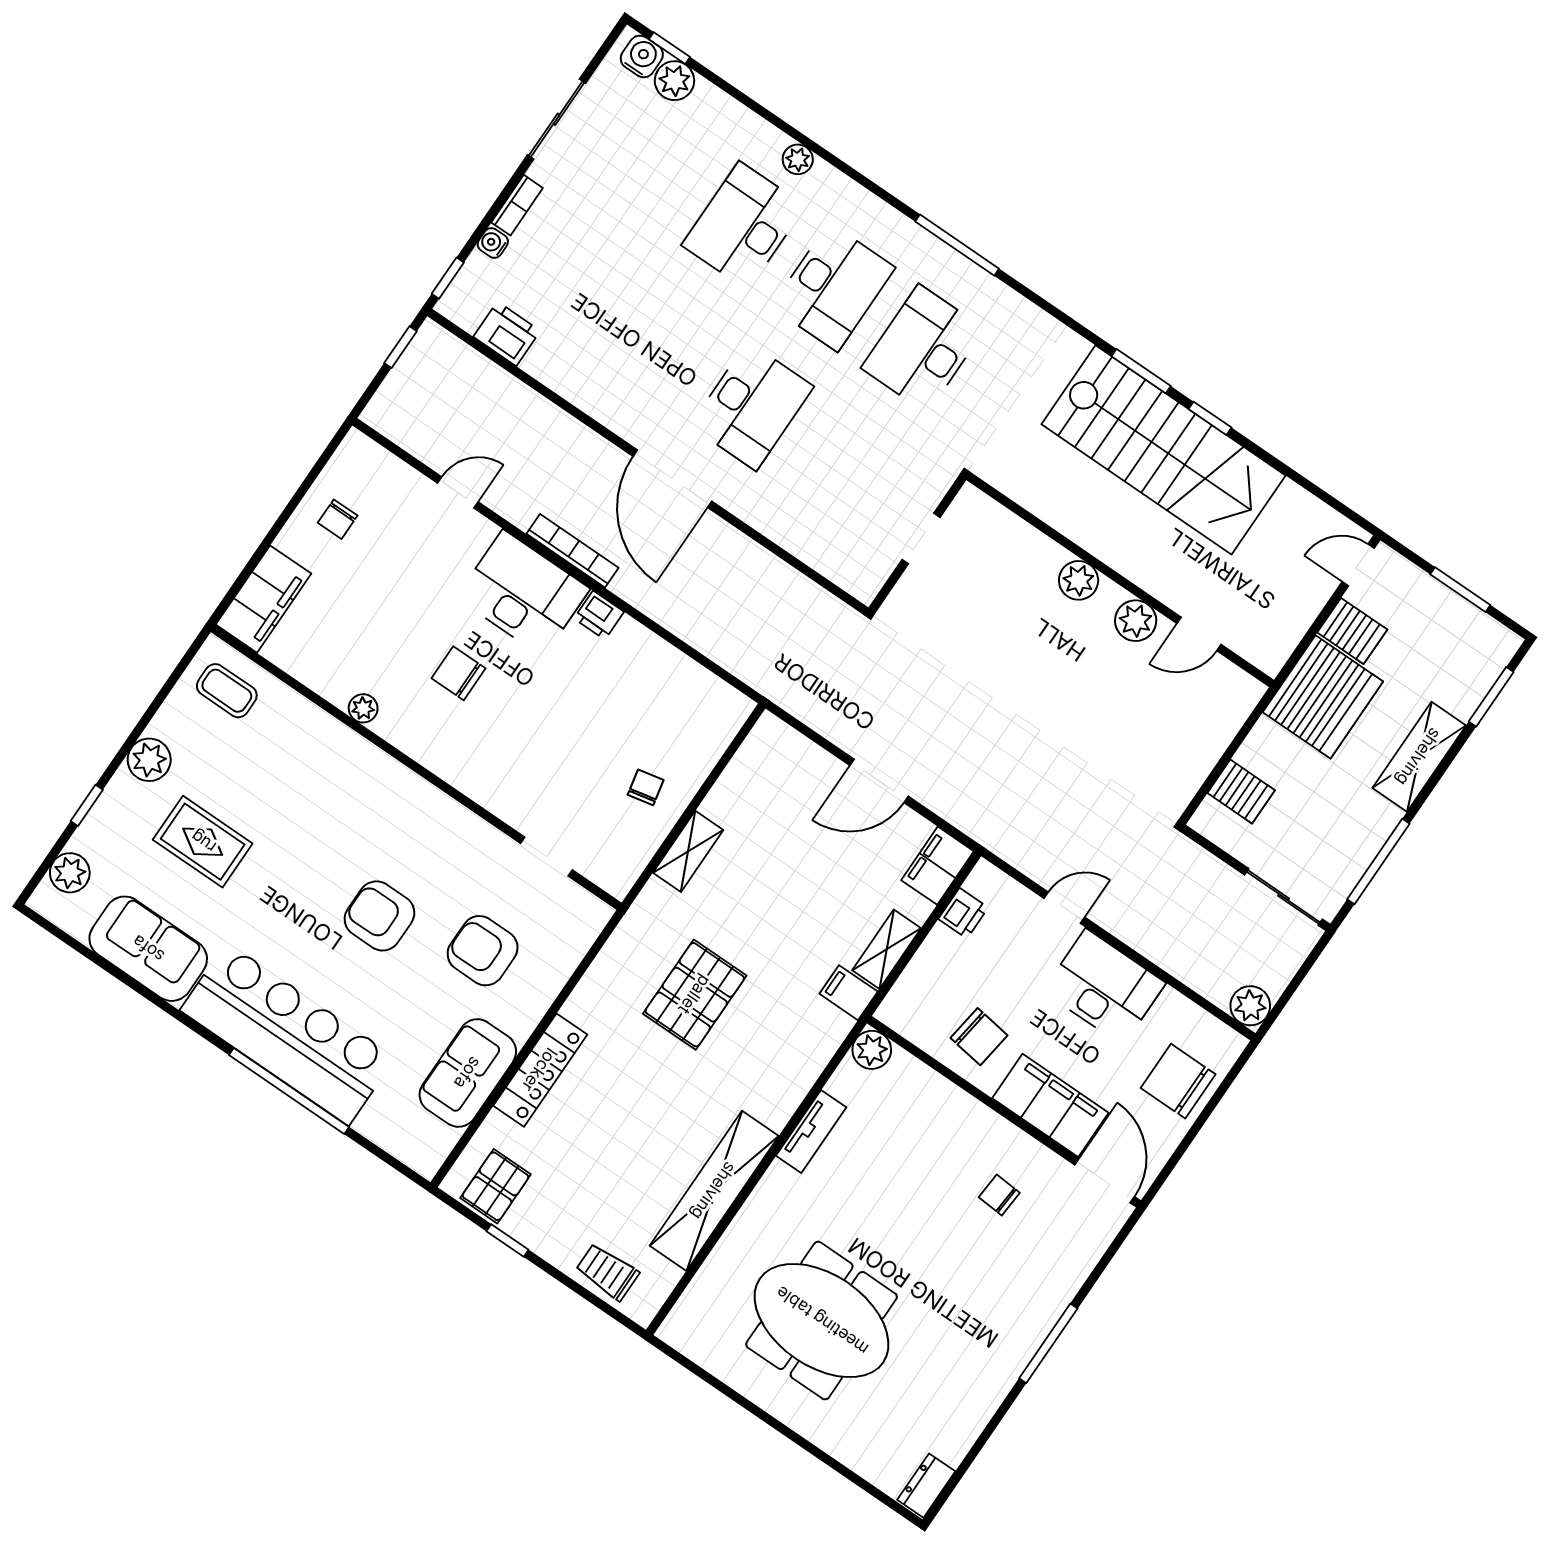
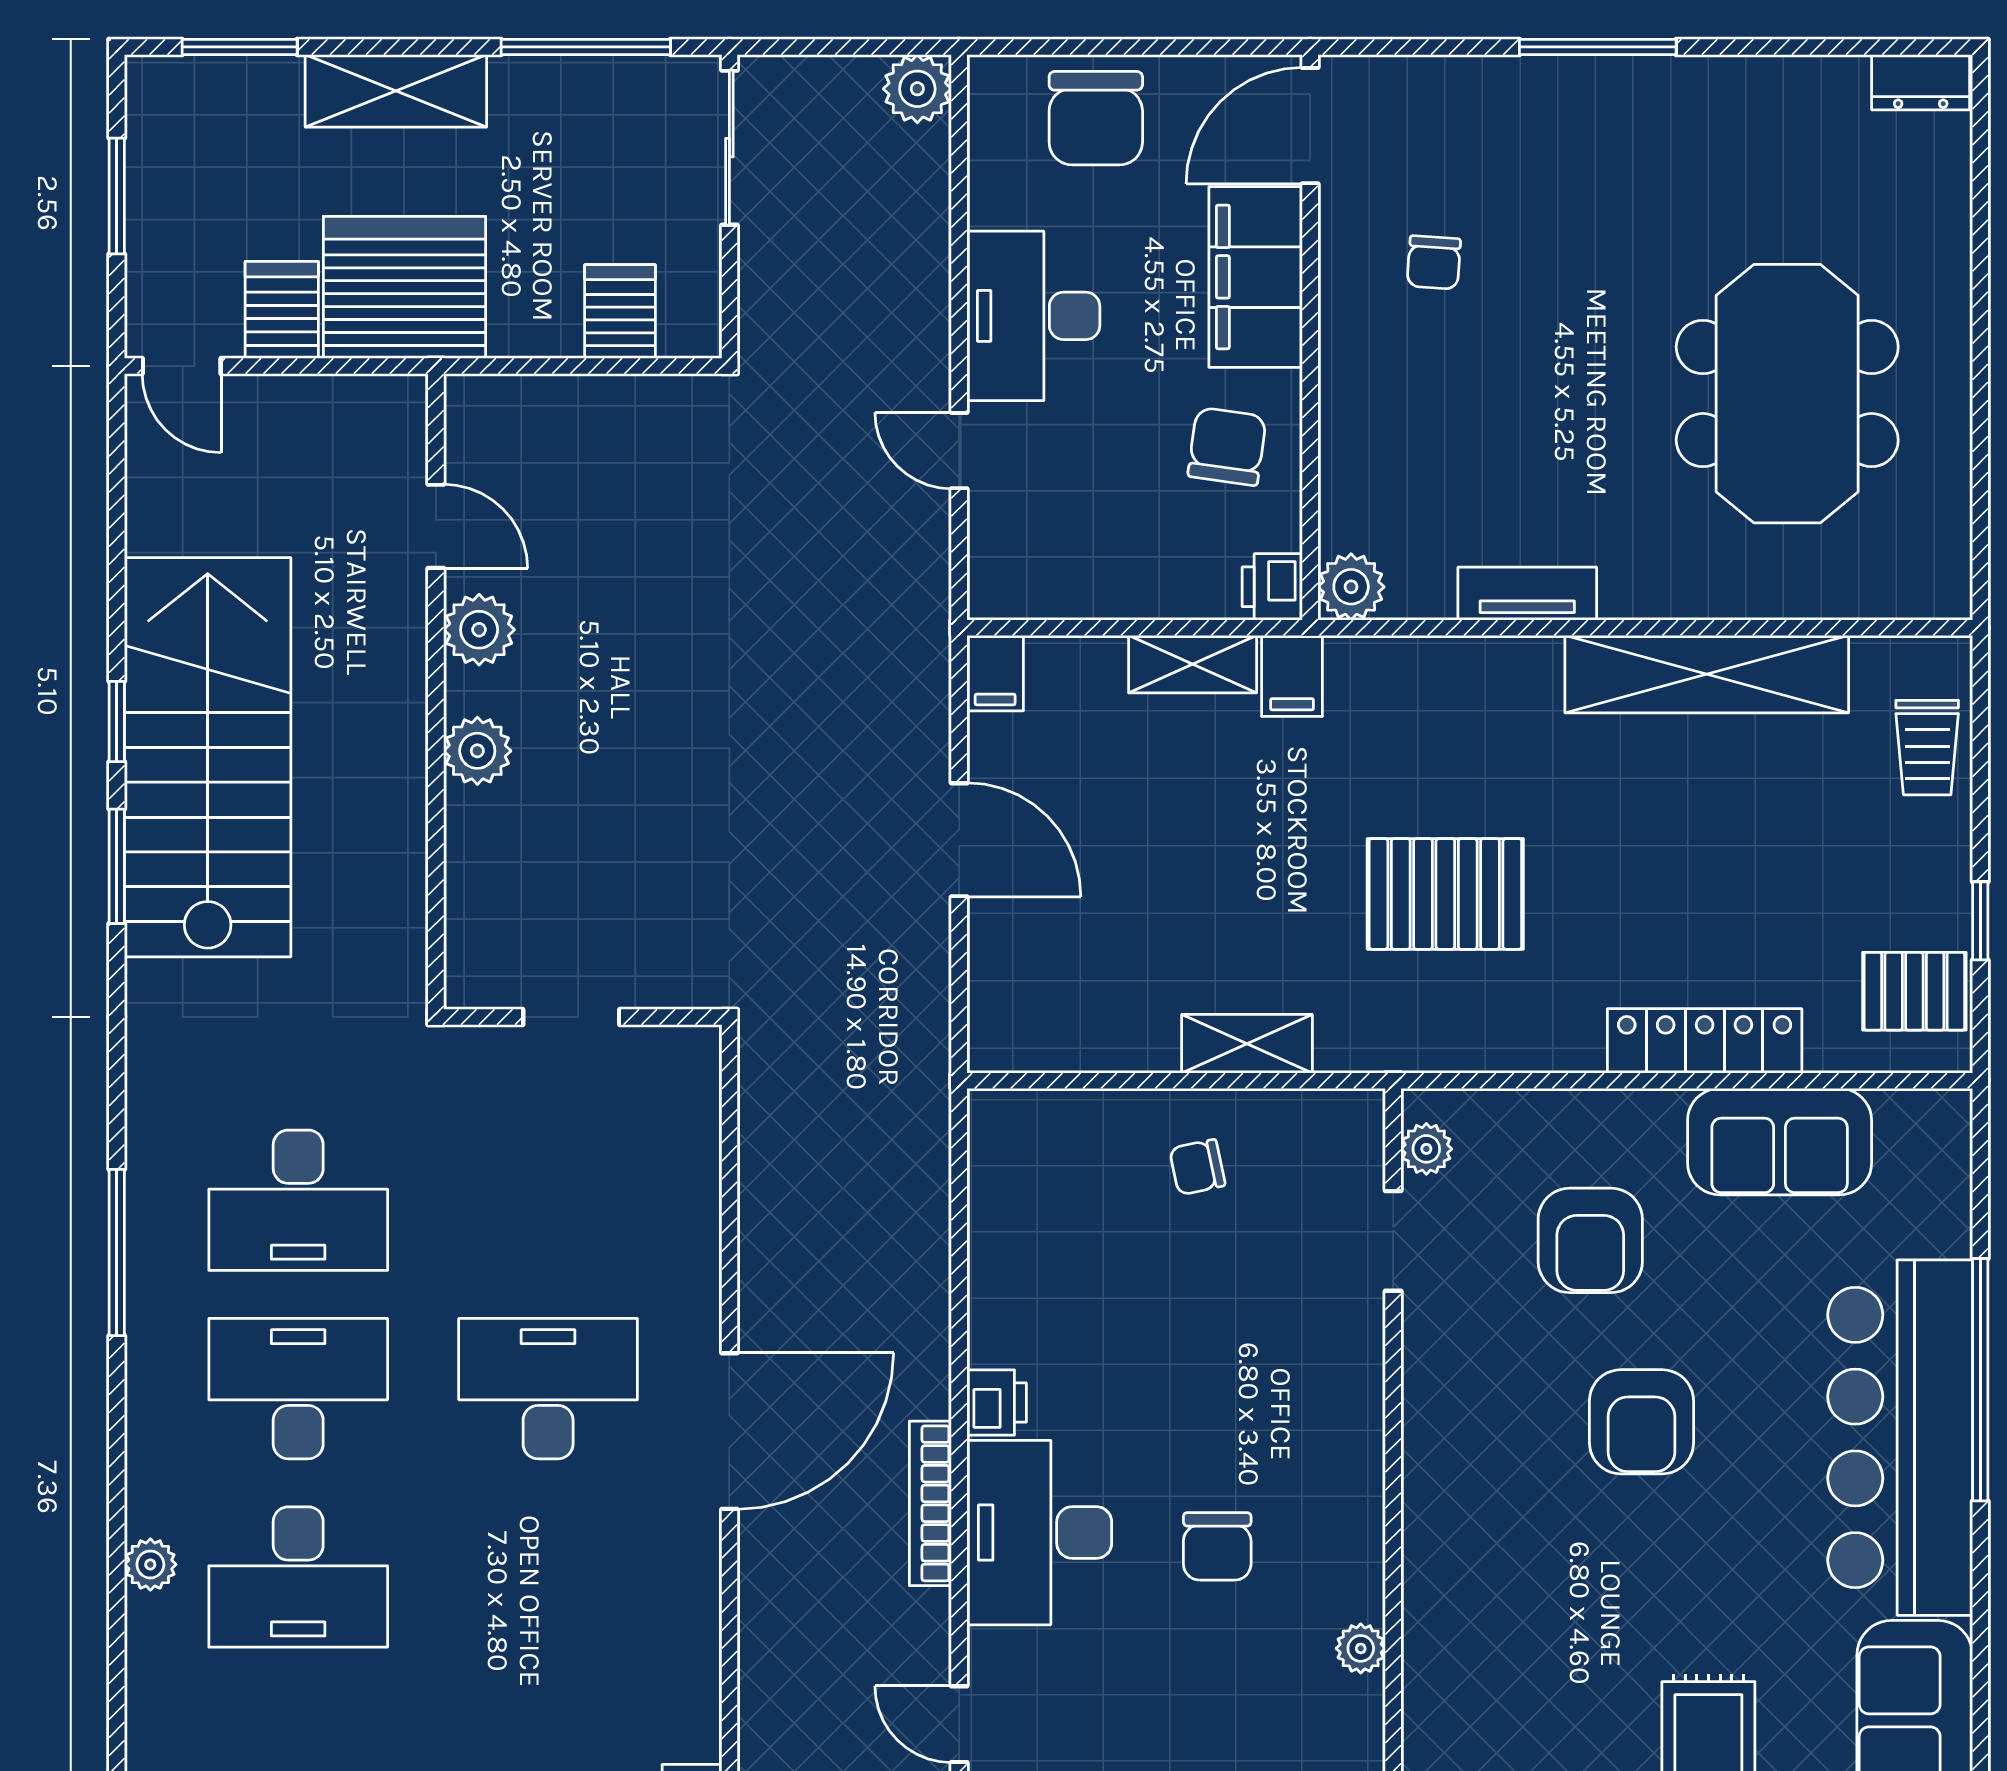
filing cabinet: (937, 866) -> (995, 673), width x0.50
plant: (580, 902) -> (1426, 1149), added
printer: (963, 913) -> (1272, 587), moved, turned -90

